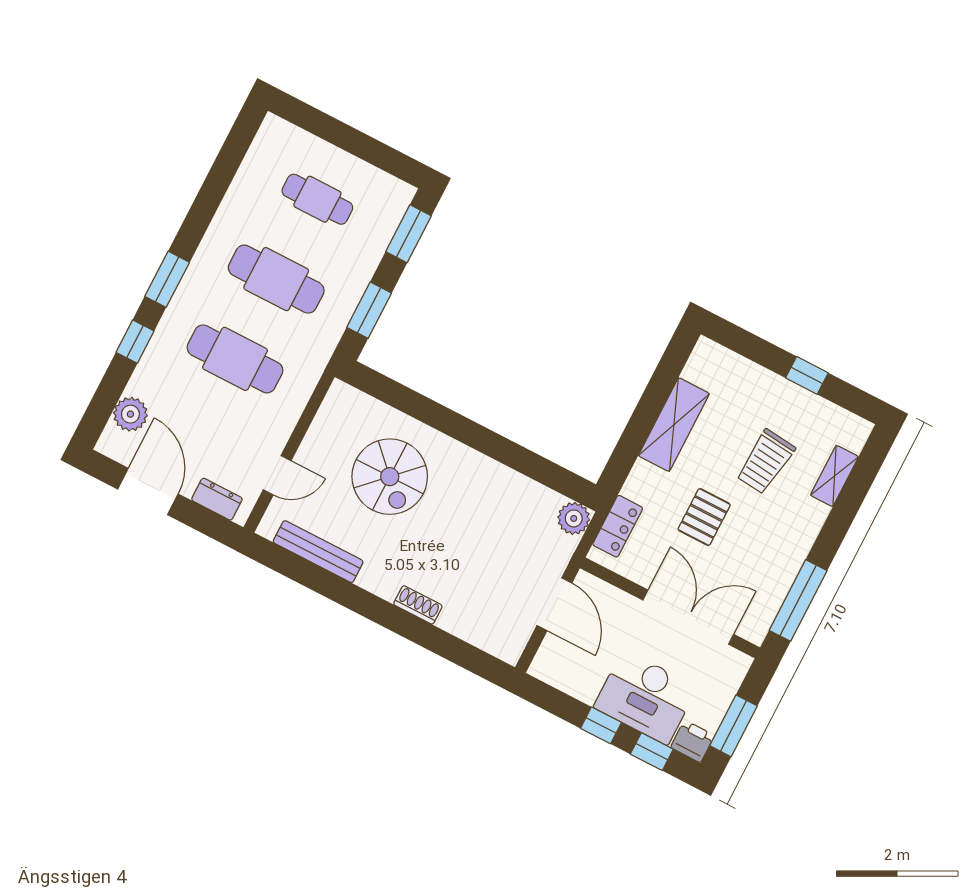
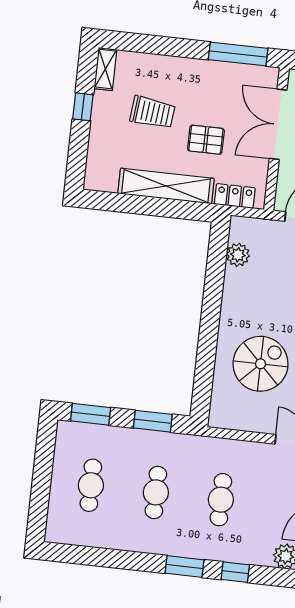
cafe table: (276, 279) -> (156, 492), width x0.73, depth x0.74
cafe table: (235, 359) -> (221, 500), width x0.73, depth x0.74
shelving: (674, 425) -> (166, 186), width x1.47
shelving: (834, 476) -> (105, 69), moved, turned 90
plant: (574, 518) -> (238, 255), moved

